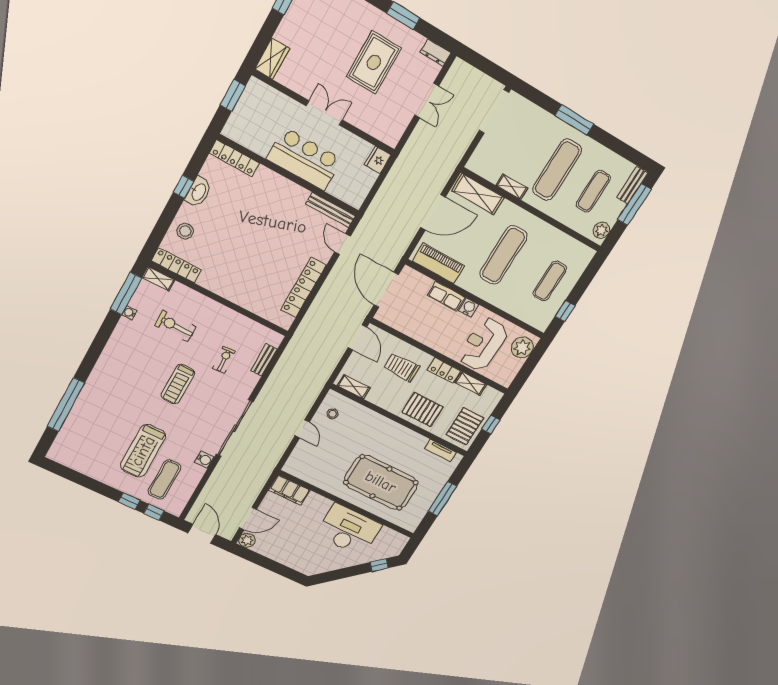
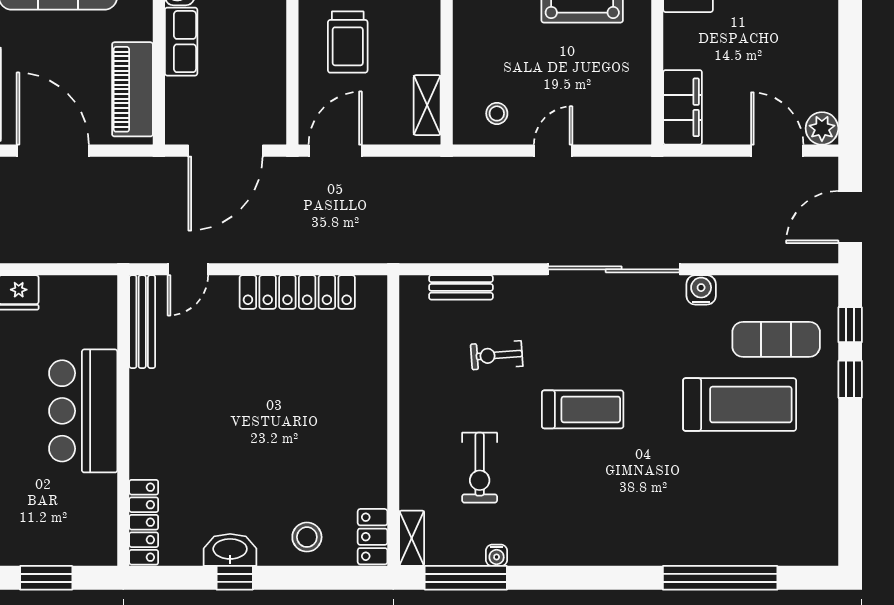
locker: (176, 265) -> (373, 537), width x0.66

